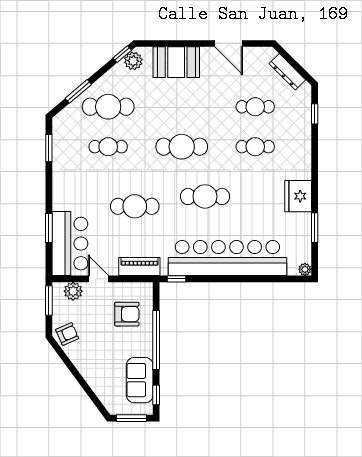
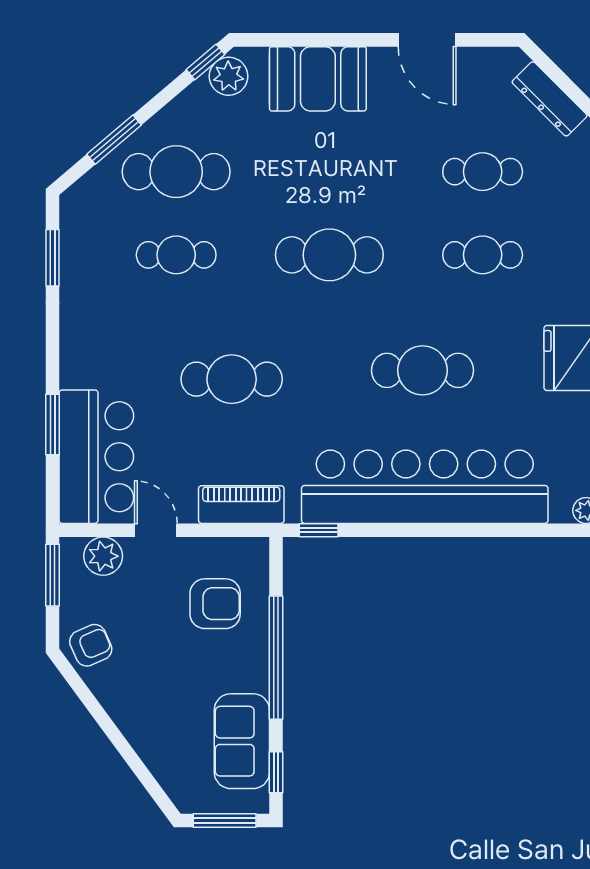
cafe table: (205, 196) -> (423, 370), moved

